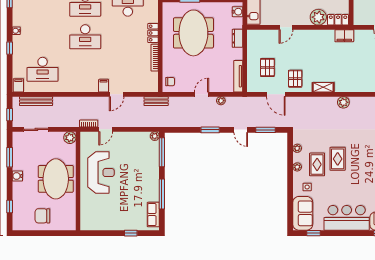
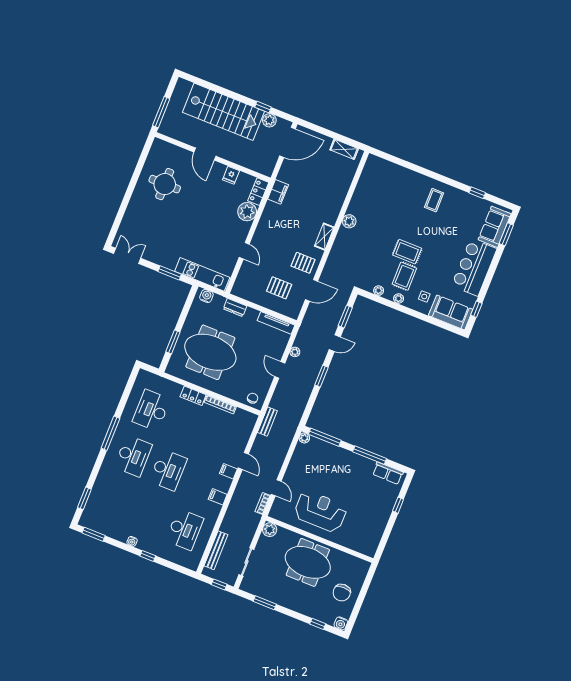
filing cabinet: (18, 85) -> (218, 497), moved
rug: (317, 164) -> (404, 276), turned 90
water cooler: (17, 176) -> (341, 623), moved

